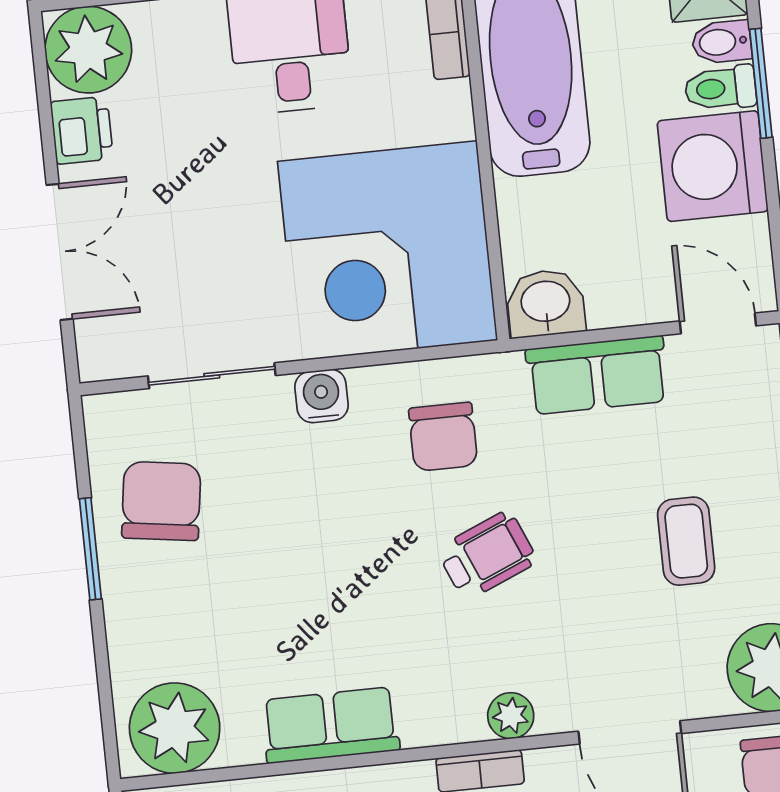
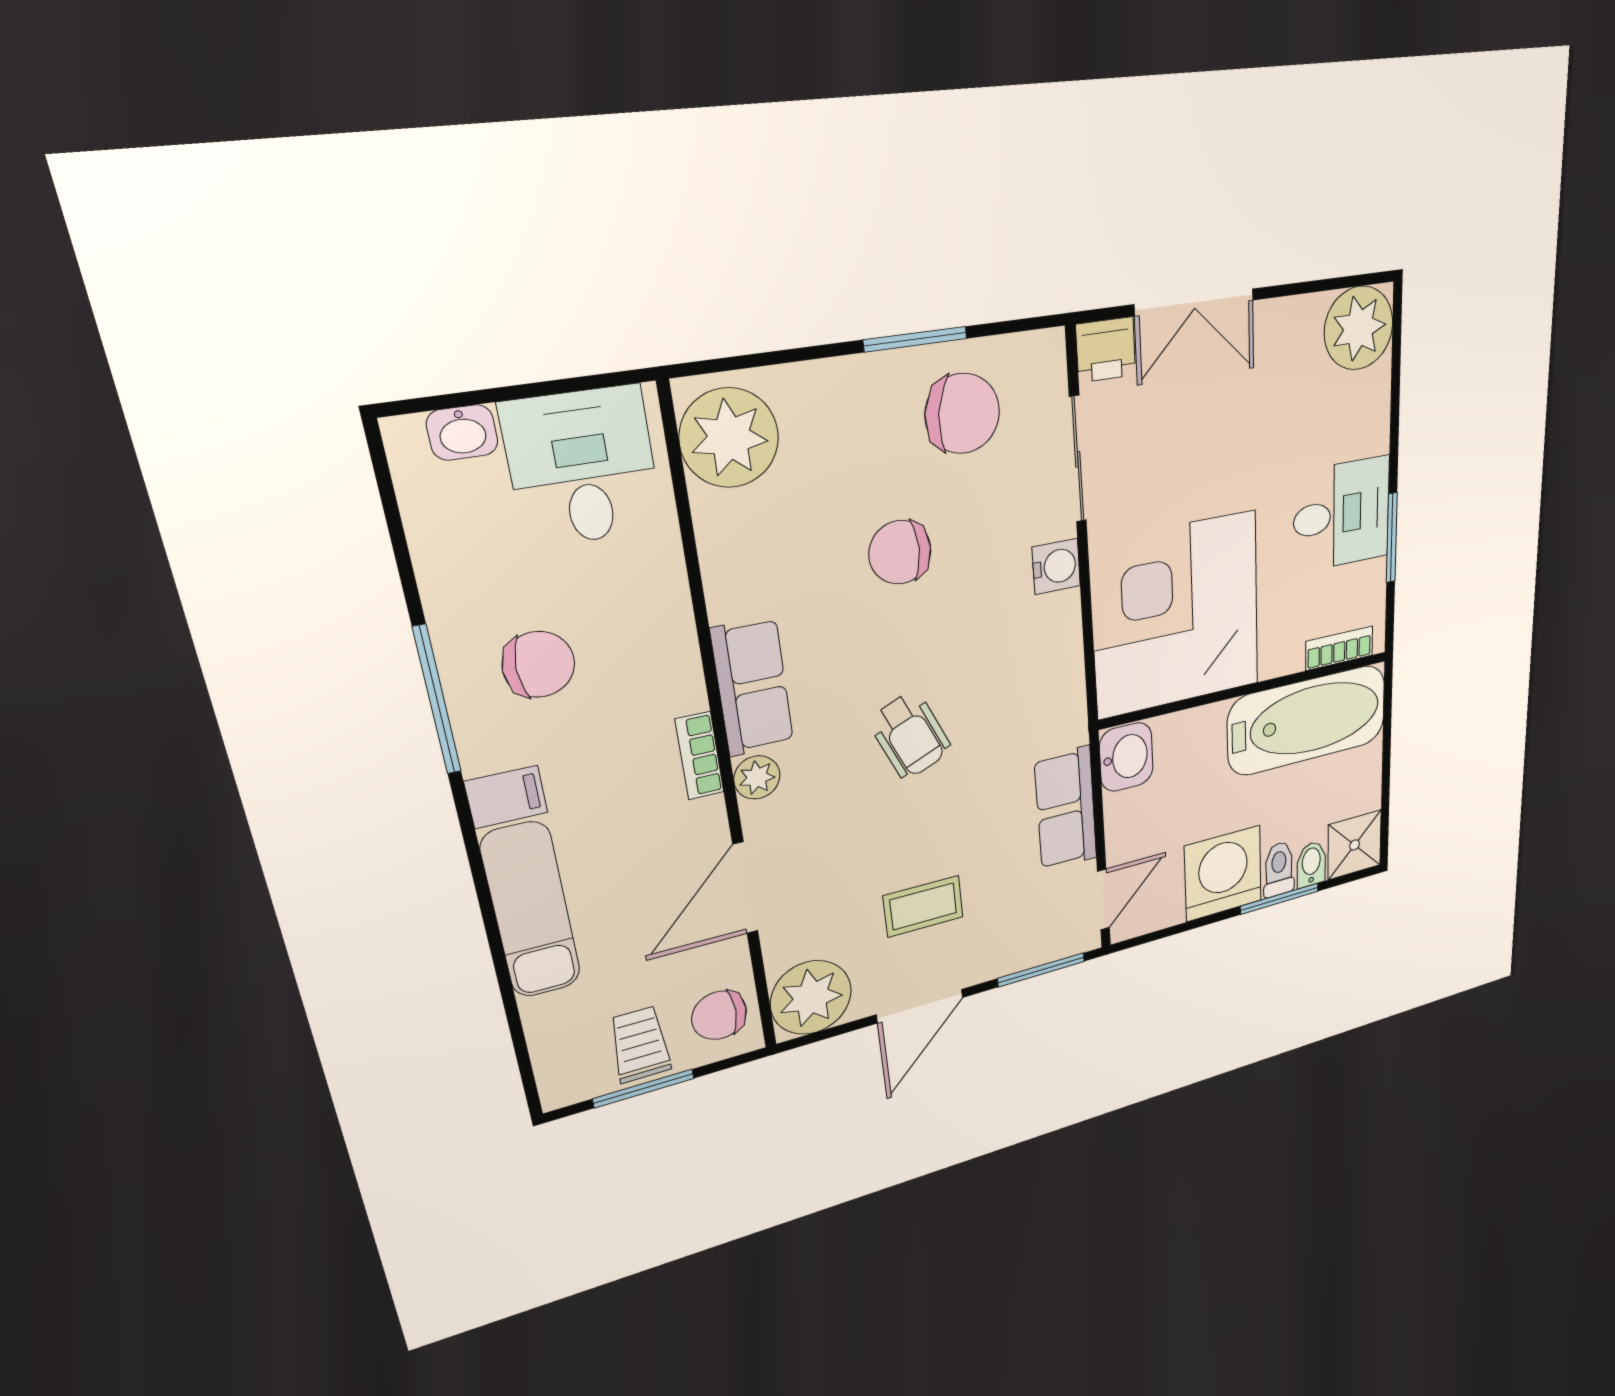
printer: (82, 130) -> (1106, 350), moved
chair: (443, 437) -> (900, 552), moved
row of seats: (331, 725) -> (752, 687), moved

